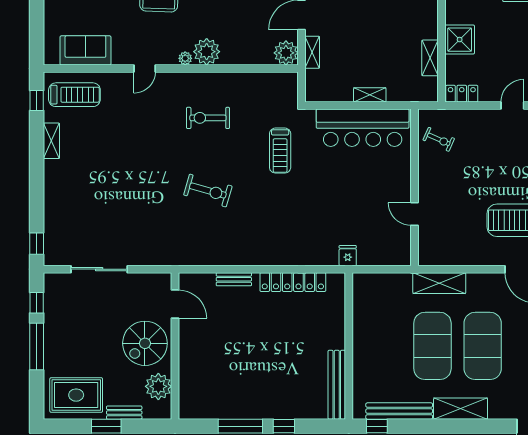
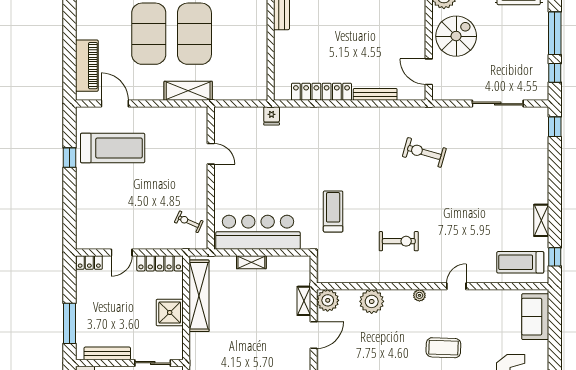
sofa: (85, 50) -> (535, 317), moved, turned 90
plant: (207, 52) -> (372, 301), moved
shelving: (430, 58) -> (199, 296), width x2.20, depth x1.33
locker: (462, 94) -> (160, 263), width x1.53
exercise bike: (208, 191) -> (424, 152), moved
bench: (234, 279) -> (375, 94), width x1.36

